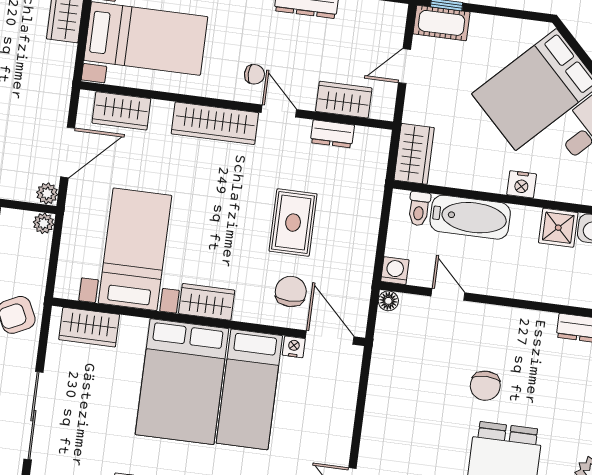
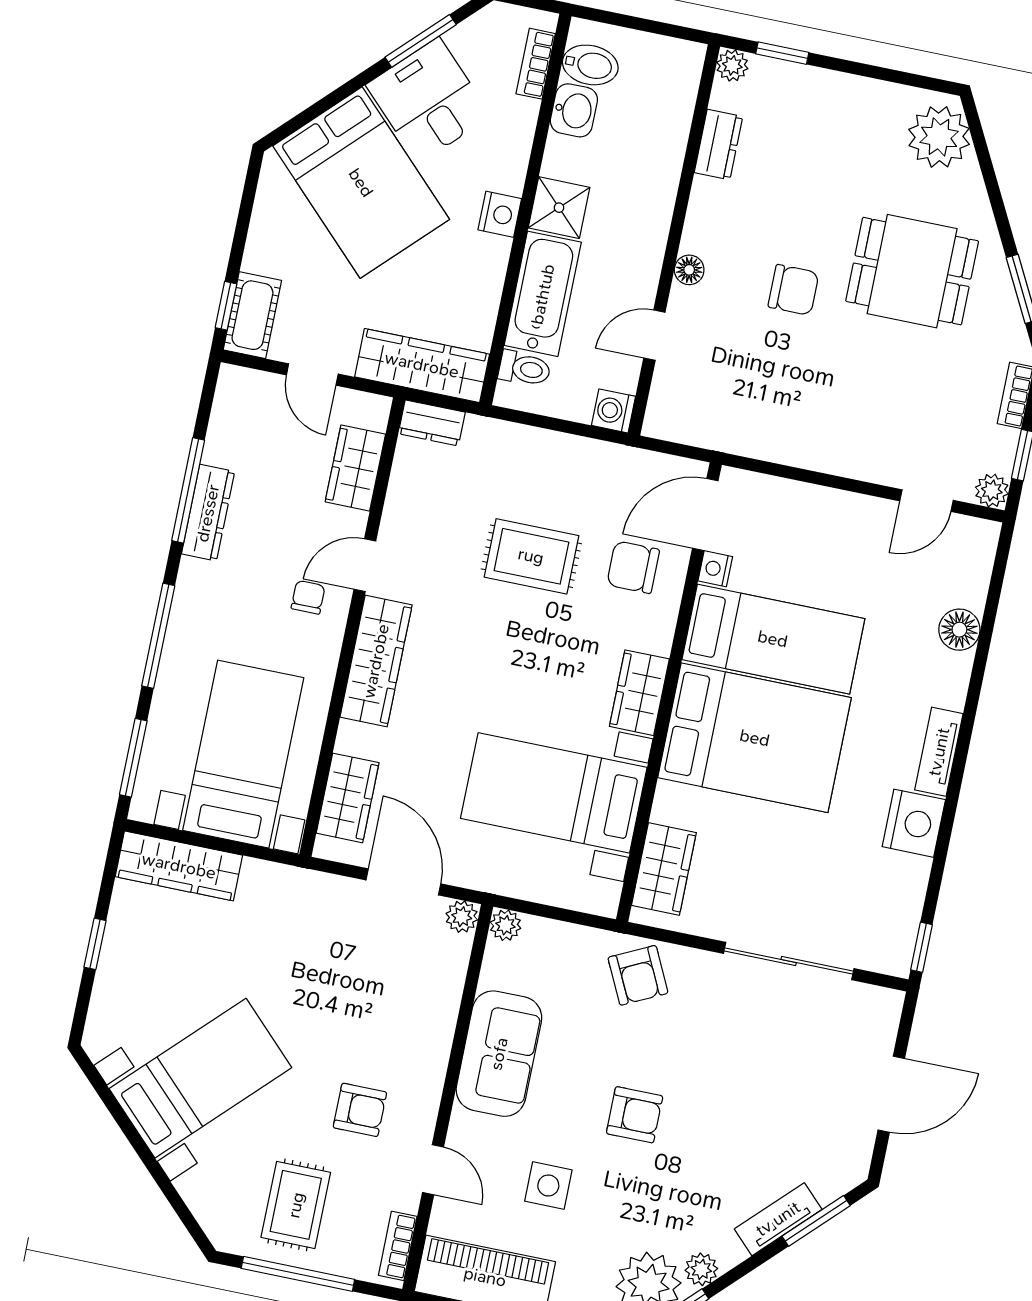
dresser: (332, 134) -> (432, 423), moved, turned 90
wardrobe: (414, 154) -> (422, 365), width x1.50
shower: (558, 228) -> (559, 208), moved
floor lamp: (388, 301) -> (689, 270), moved

